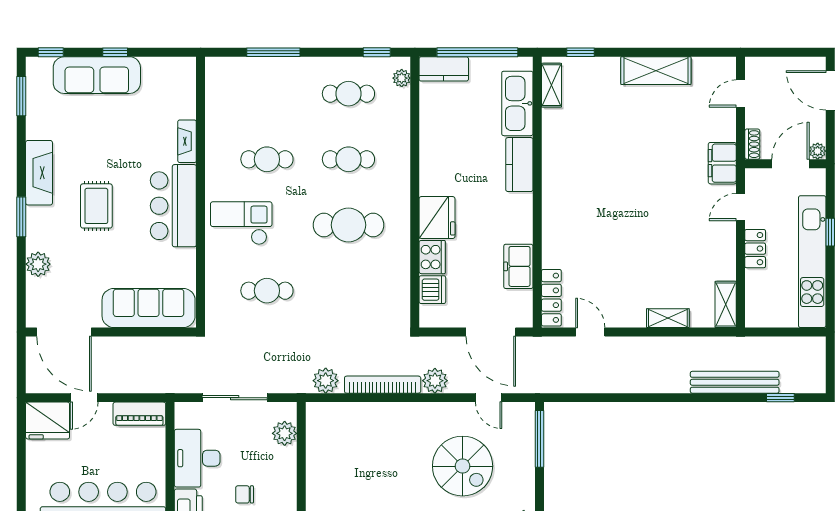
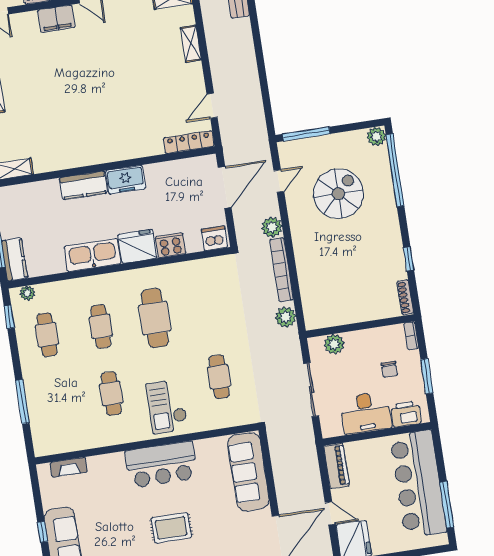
kitchen sink: (517, 103) -> (92, 255), moved, turned 180
fireplace: (187, 141) -> (69, 467), moved
freezer: (518, 266) -> (126, 180), moved
dishwasher: (432, 290) -> (214, 238), moved

